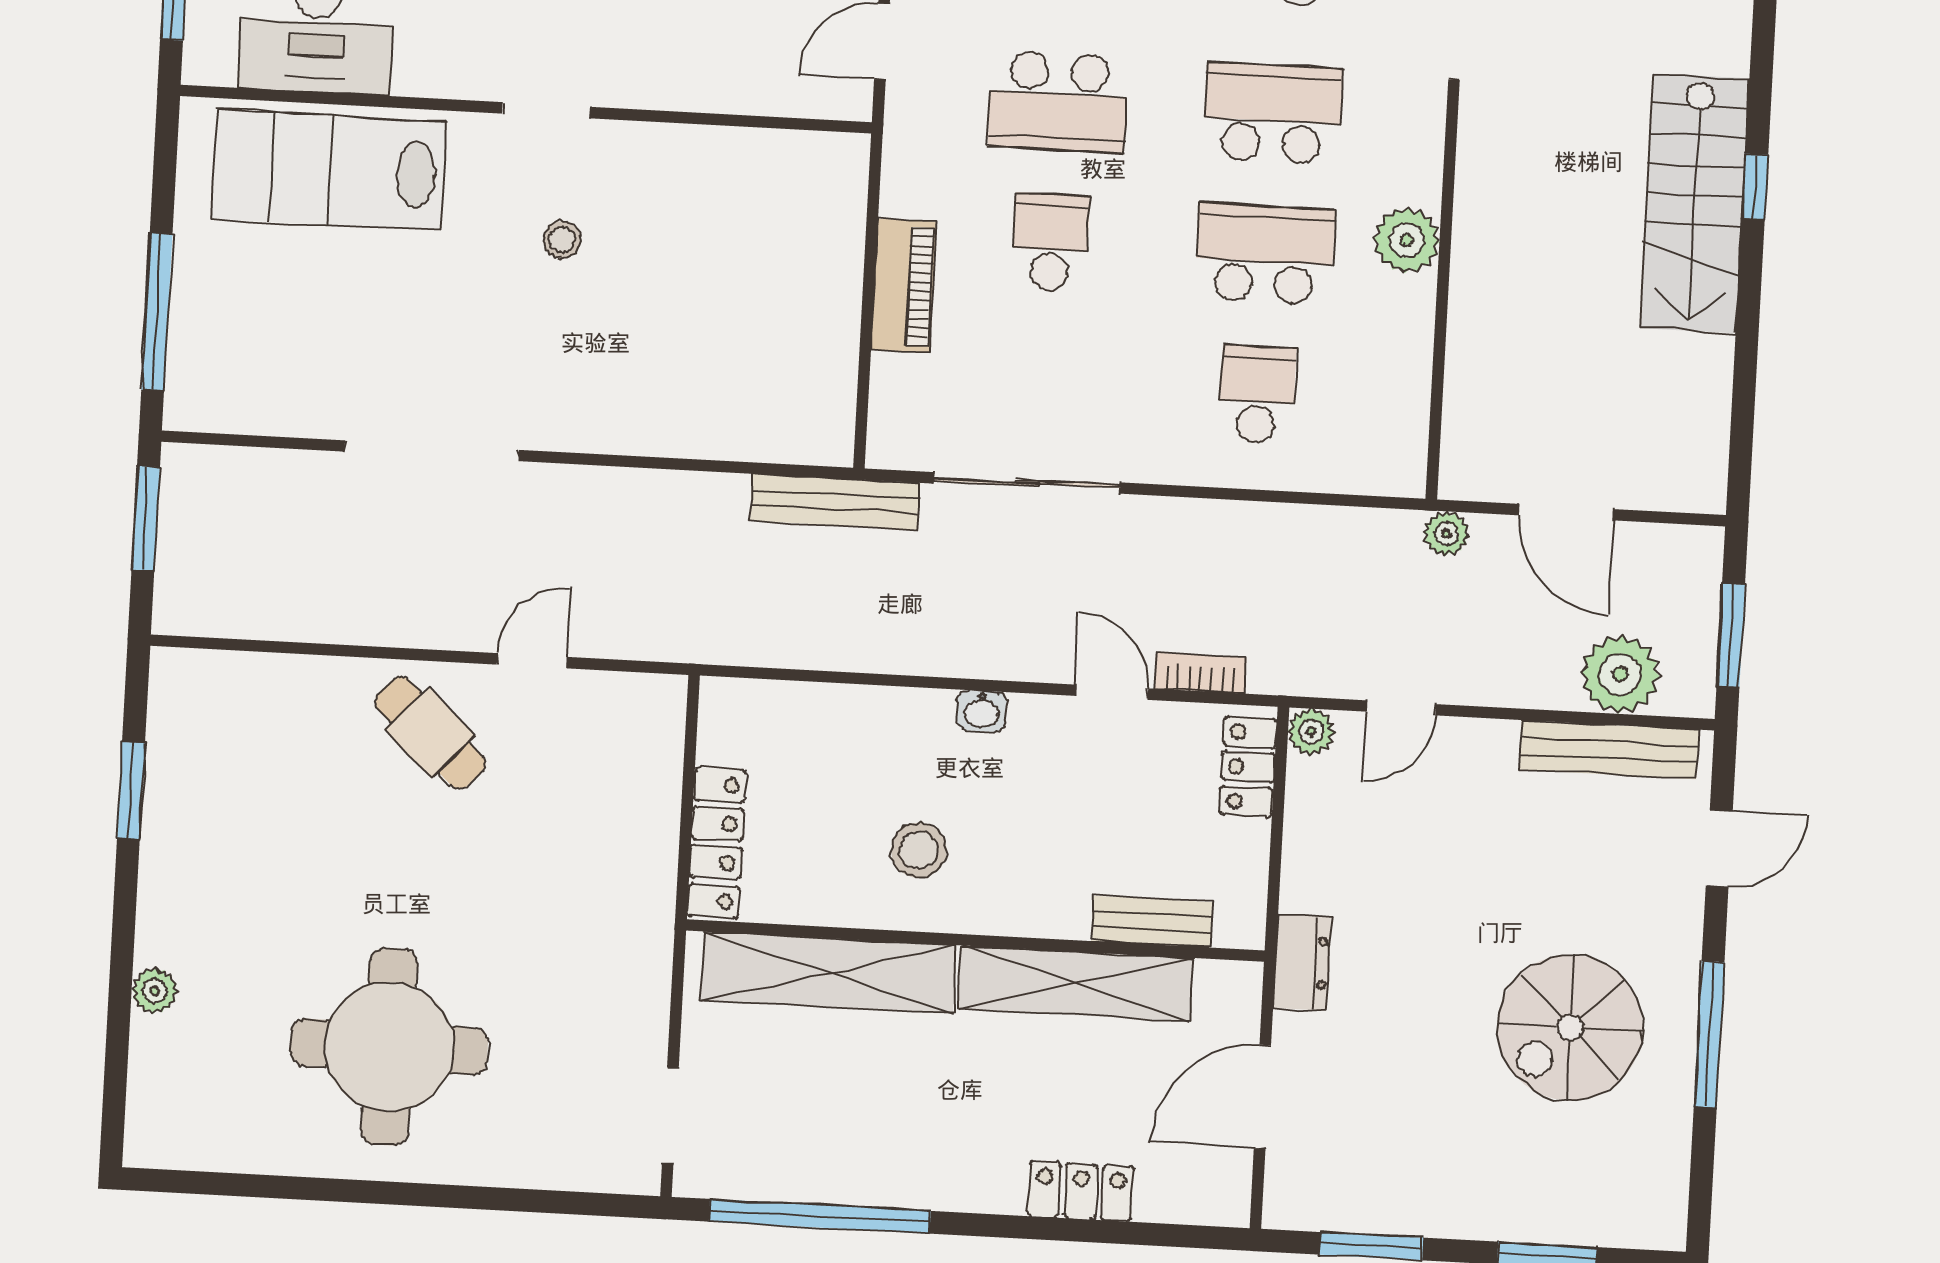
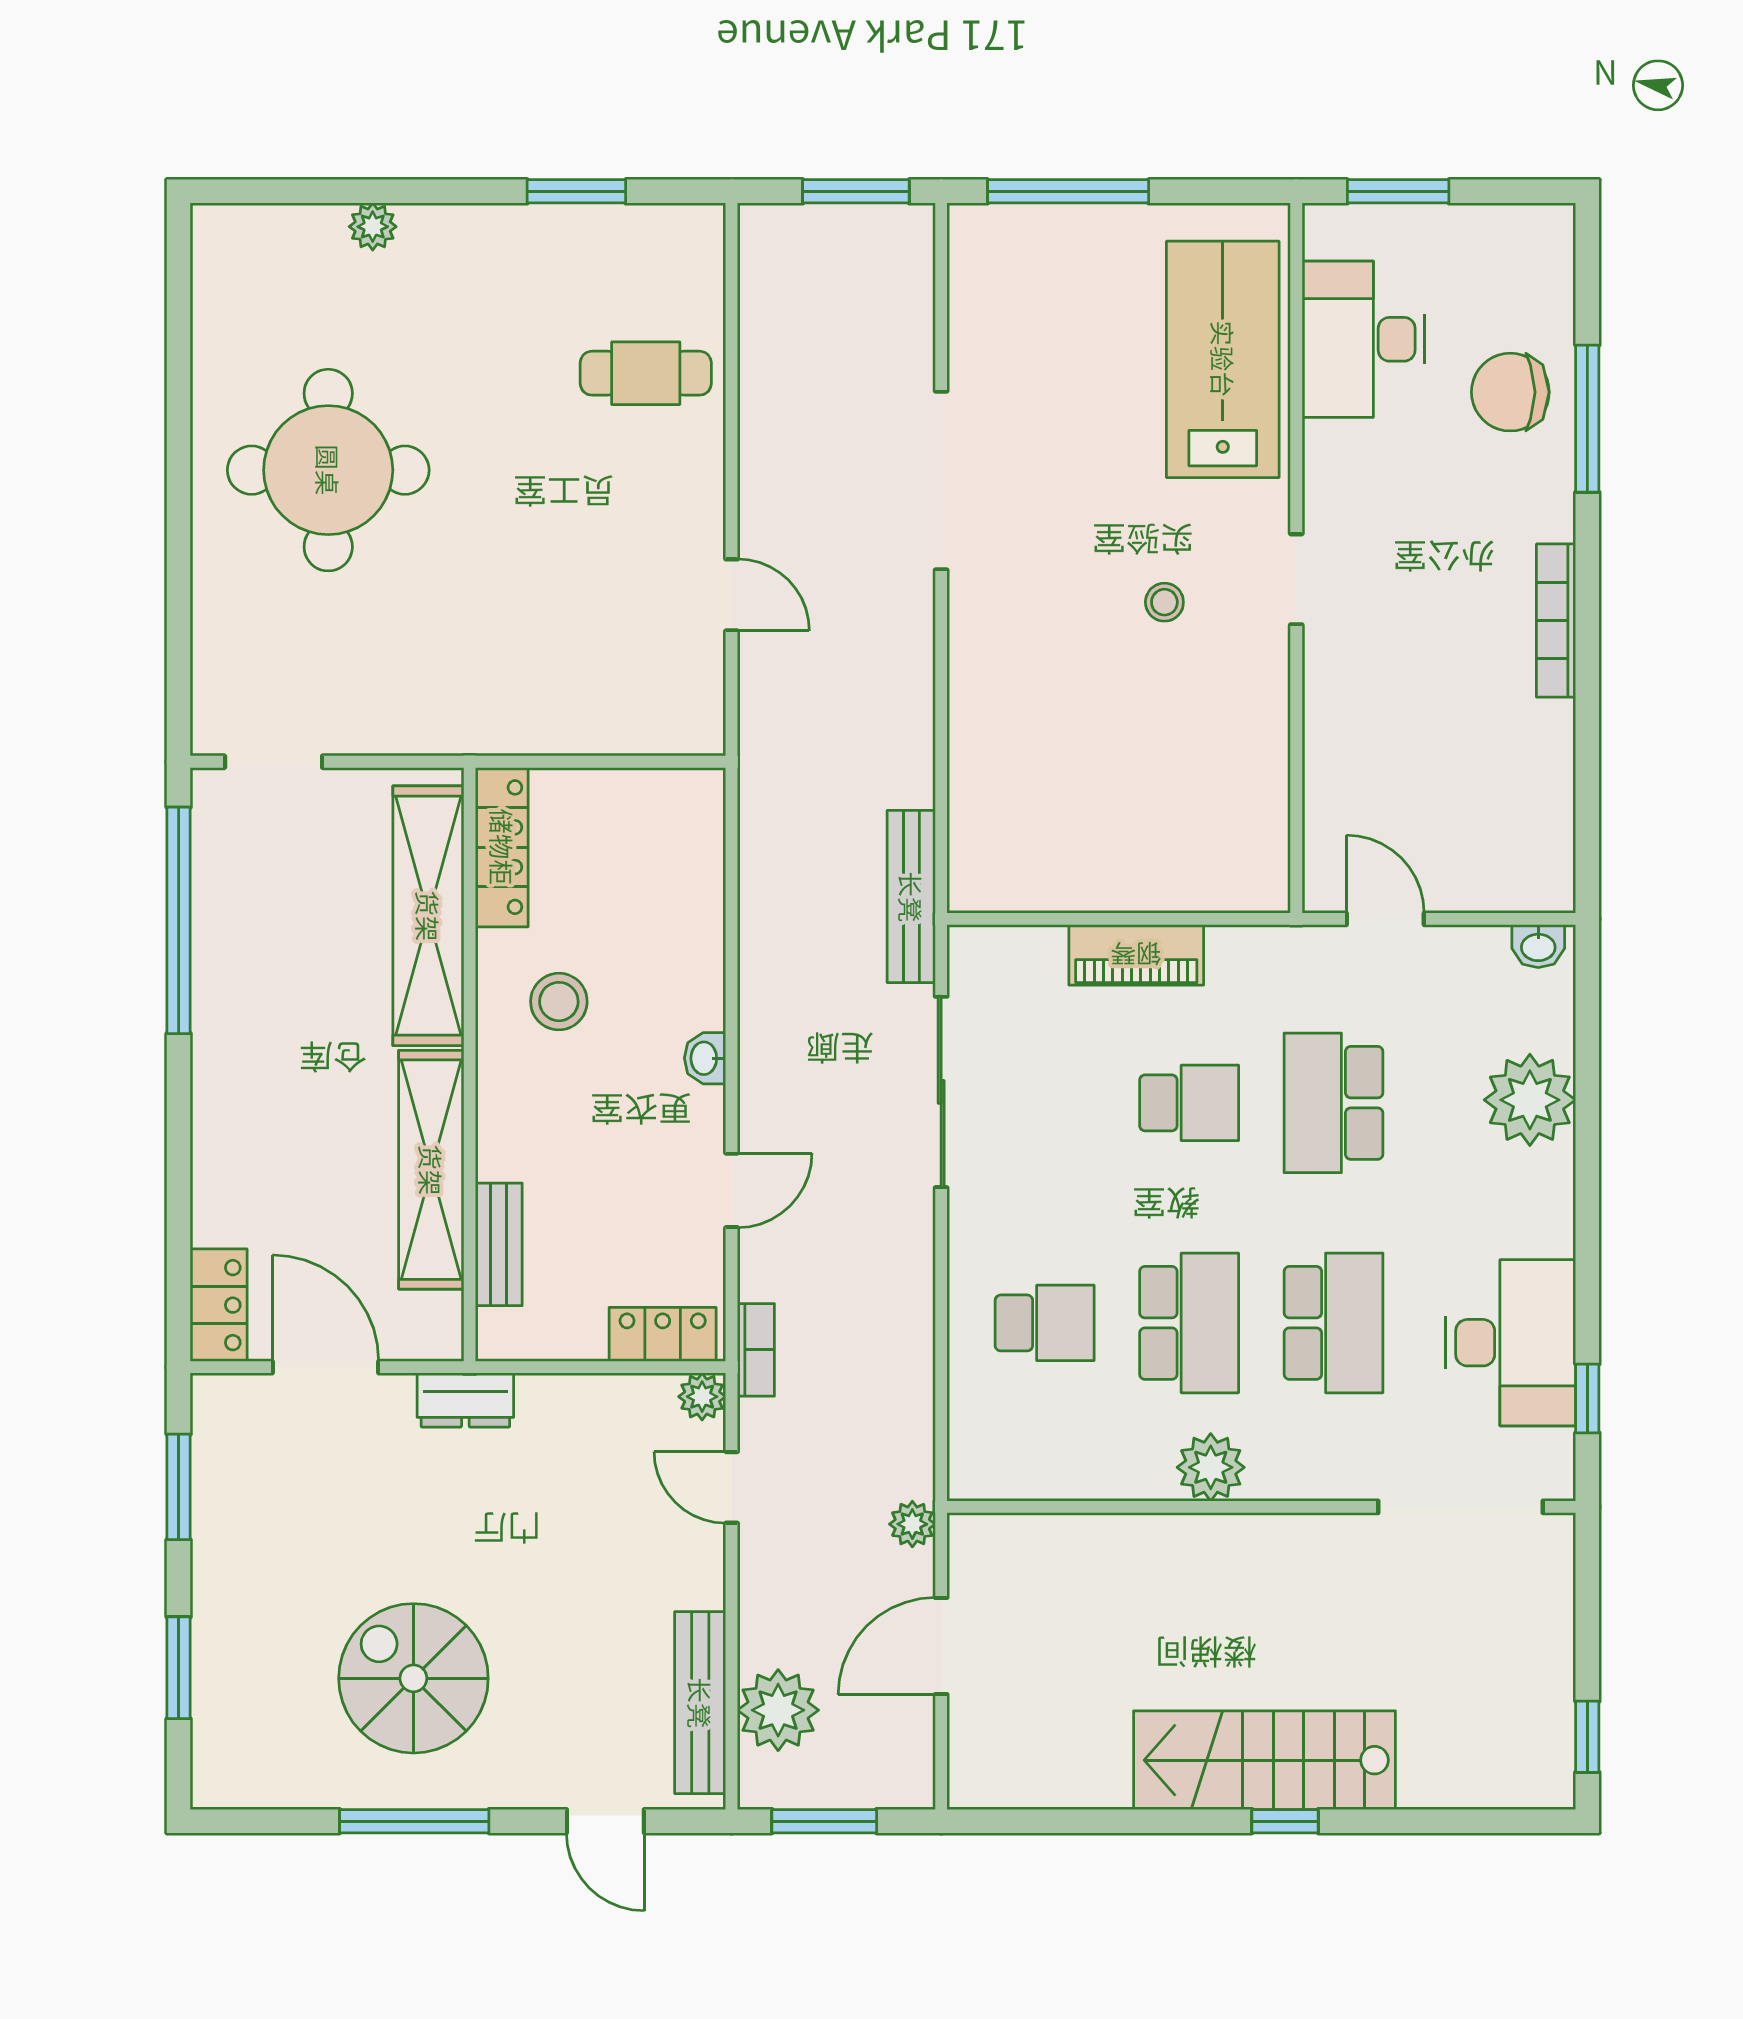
bookcase: (1200, 673) -> (756, 1350), moved
cafe table: (430, 733) -> (646, 373), moved, turned 47
locker: (716, 843) -> (502, 847), moved, turned -90
locker: (1081, 1191) -> (219, 1305), moved

